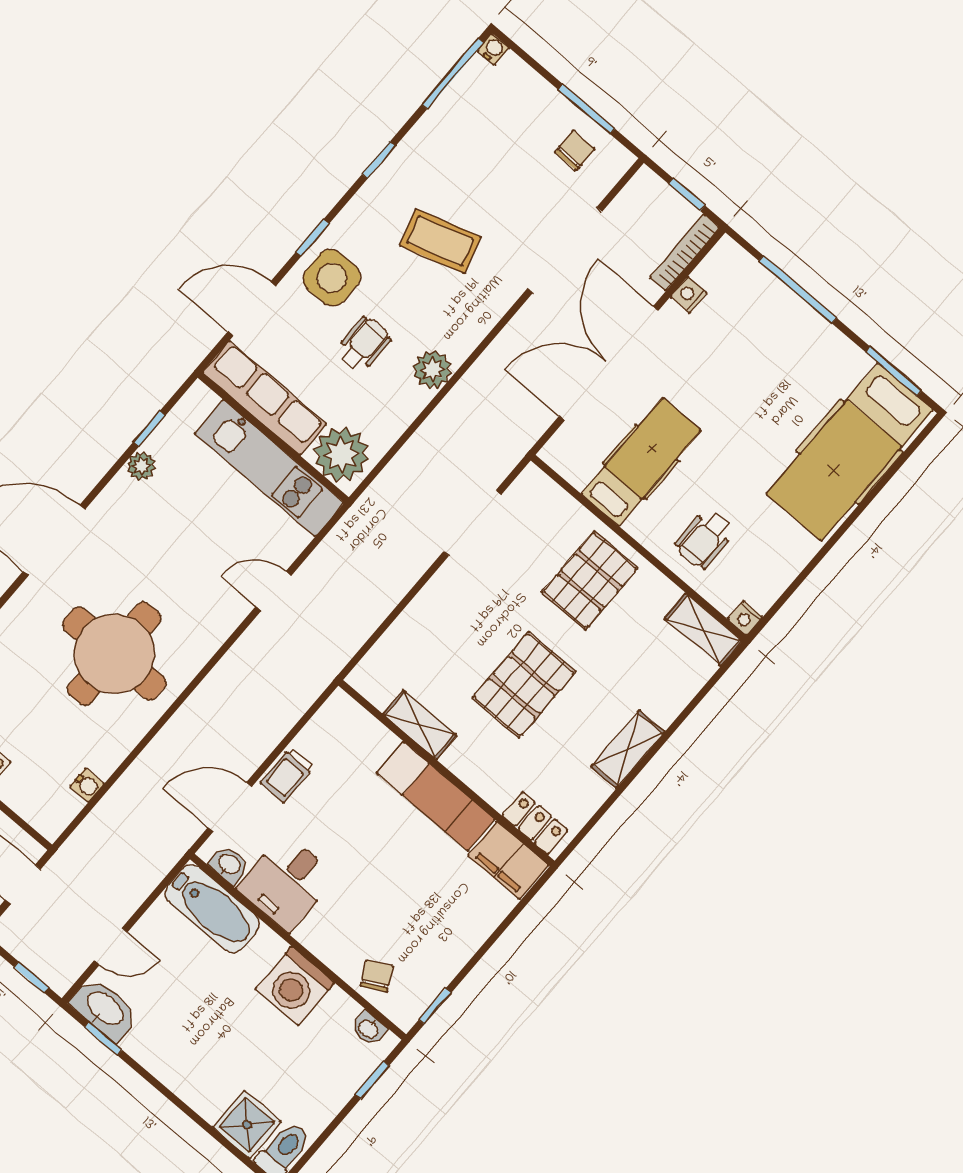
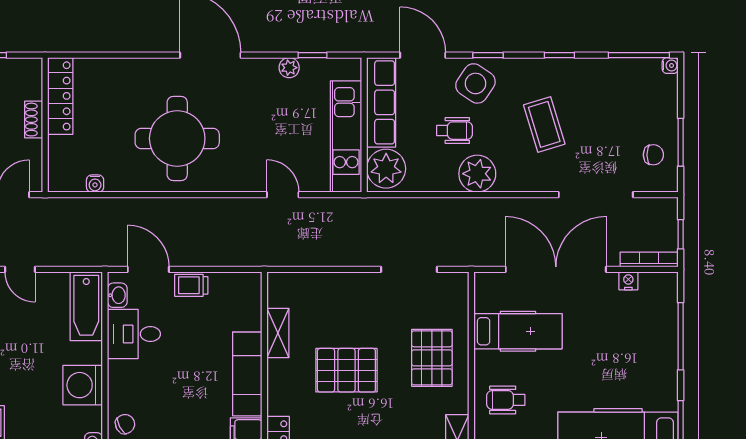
side table: (332, 278) -> (475, 83), turned 34
plant: (432, 370) -> (477, 174), width x1.36, depth x1.36
pallet: (590, 580) -> (432, 358), turned 90

